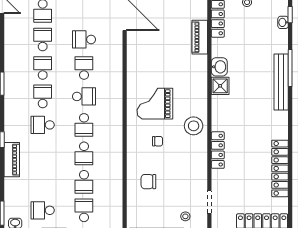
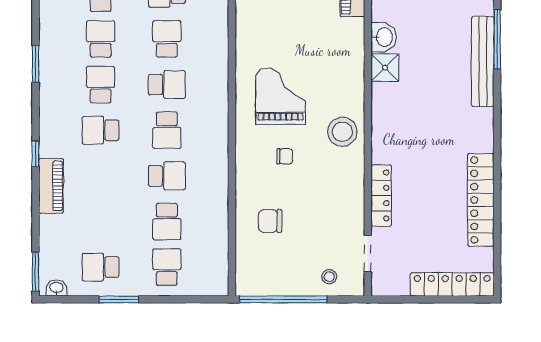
grand piano: (155, 104) -> (280, 96), turned 90
locker: (218, 150) -> (381, 195), moved
school desk: (84, 153) -> (167, 176), turned -90

